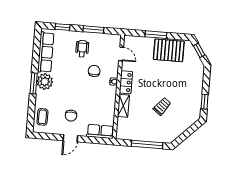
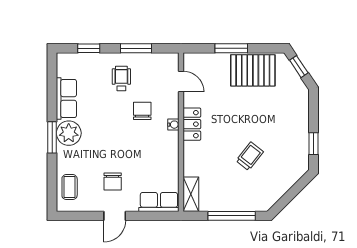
row of seats: (46, 52) -> (66, 98), width x0.68
shelving: (123, 106) -> (191, 194), moved

